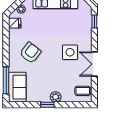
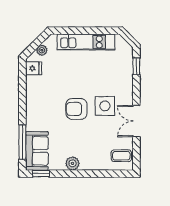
armchair: (30, 53) -> (76, 109), moved, turned -127
plant: (56, 97) -> (72, 163), moved
window: (47, 105) -> (41, 174), moved

